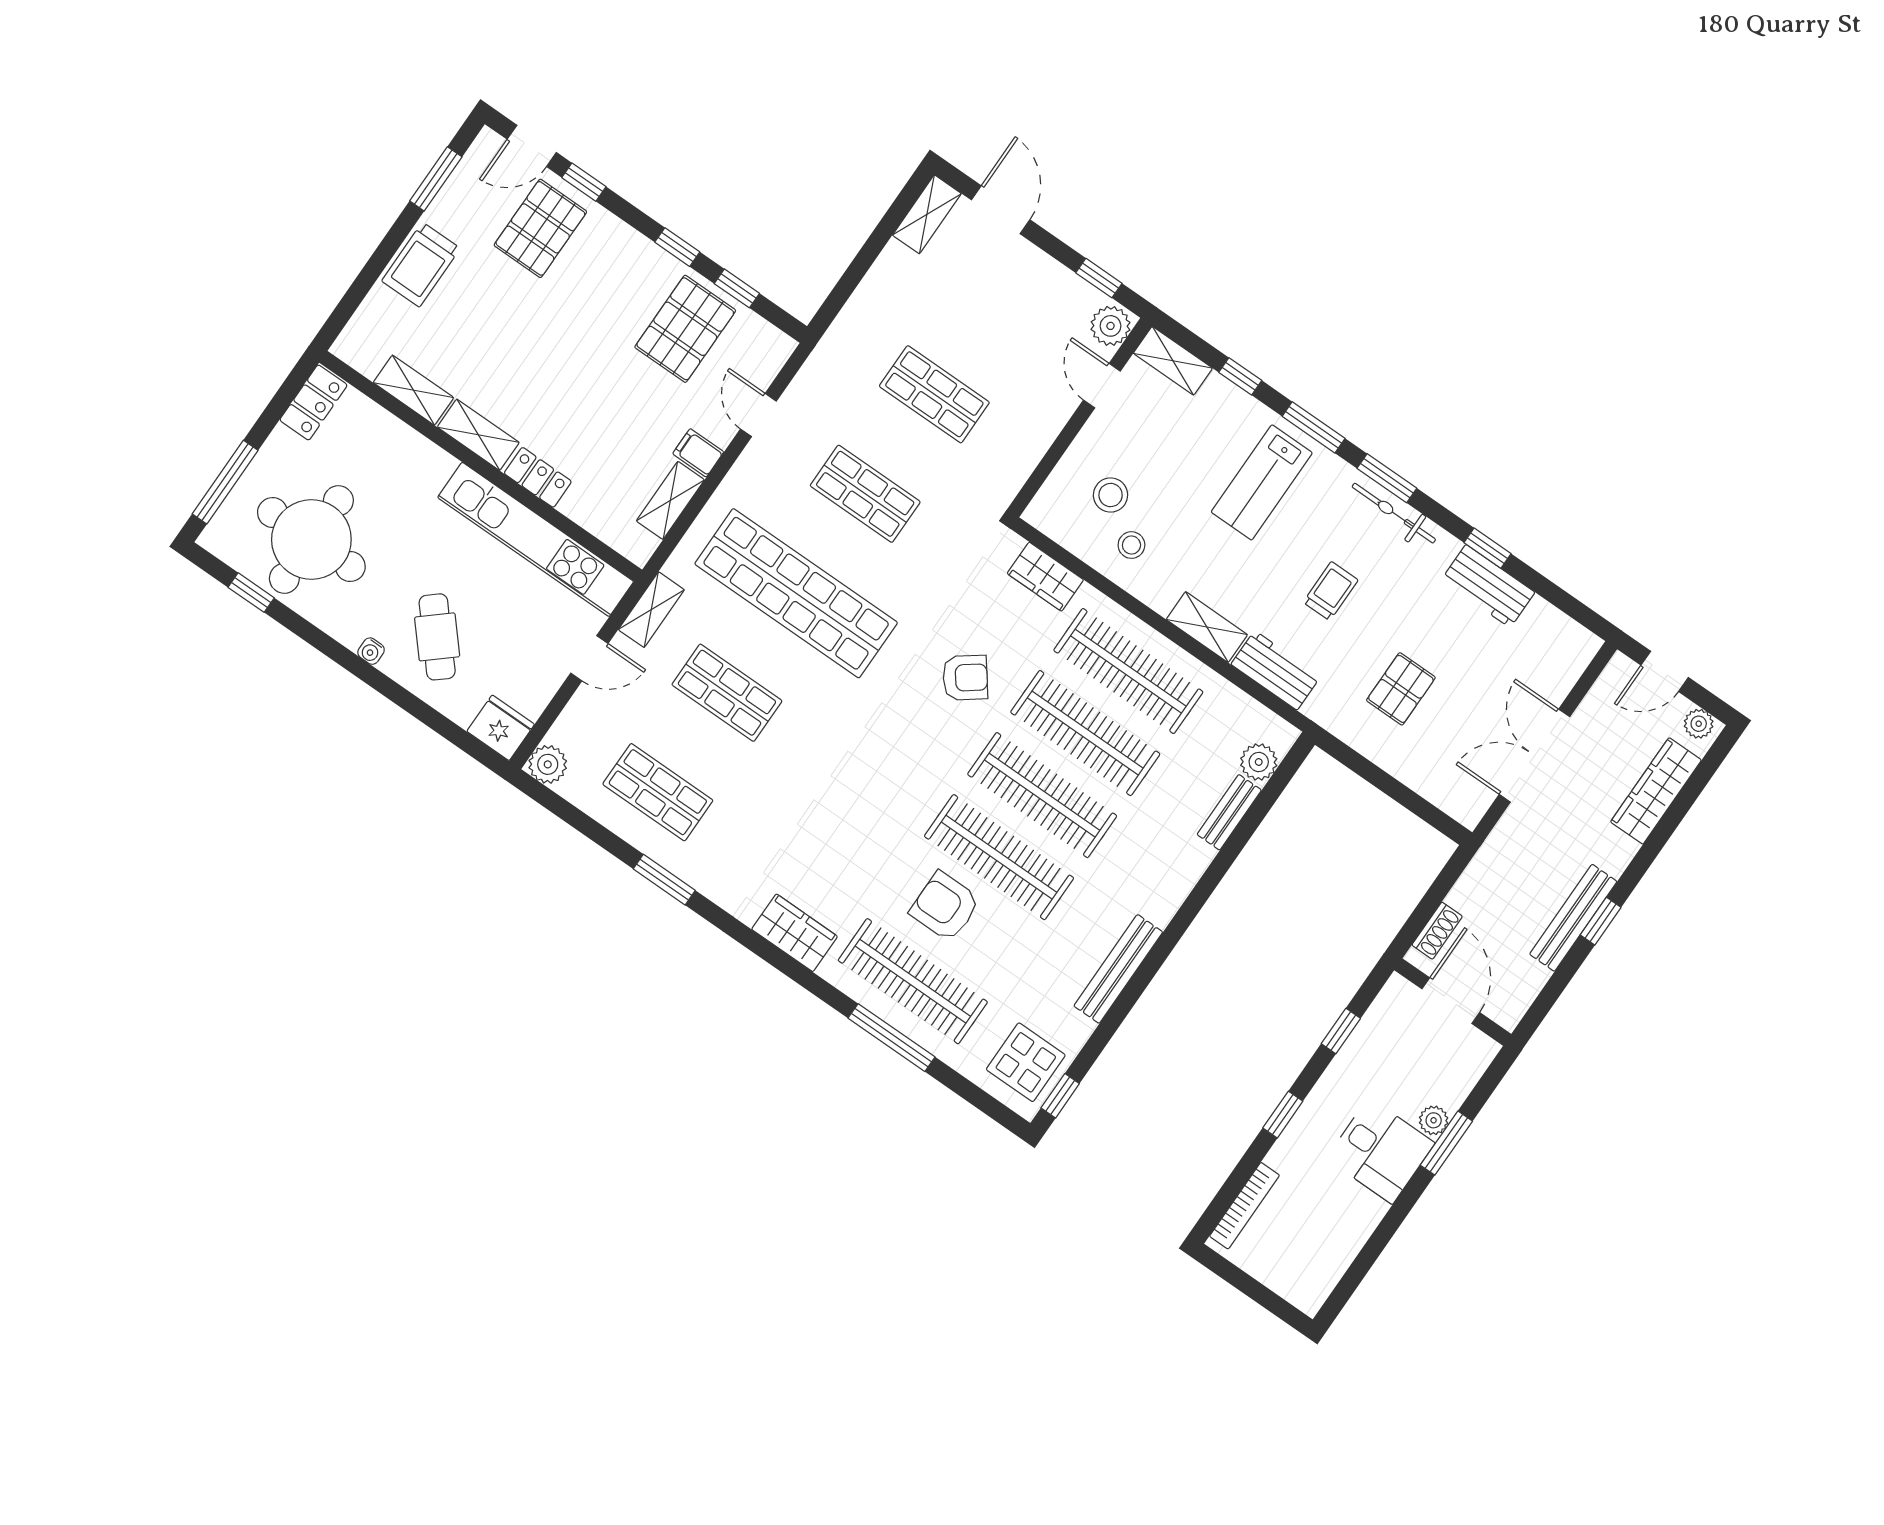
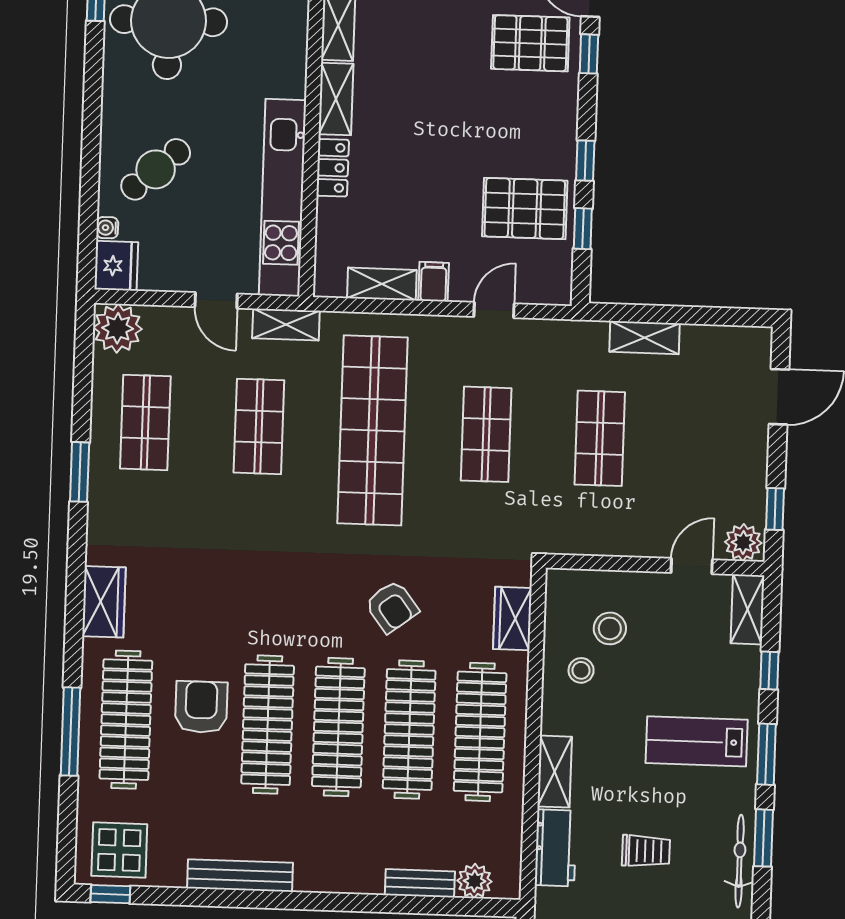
shelving: (927, 214) -> (645, 338), moved
water cooler: (371, 651) -> (107, 228), moved
plant: (548, 764) -> (118, 328), width x1.36, depth x1.36

